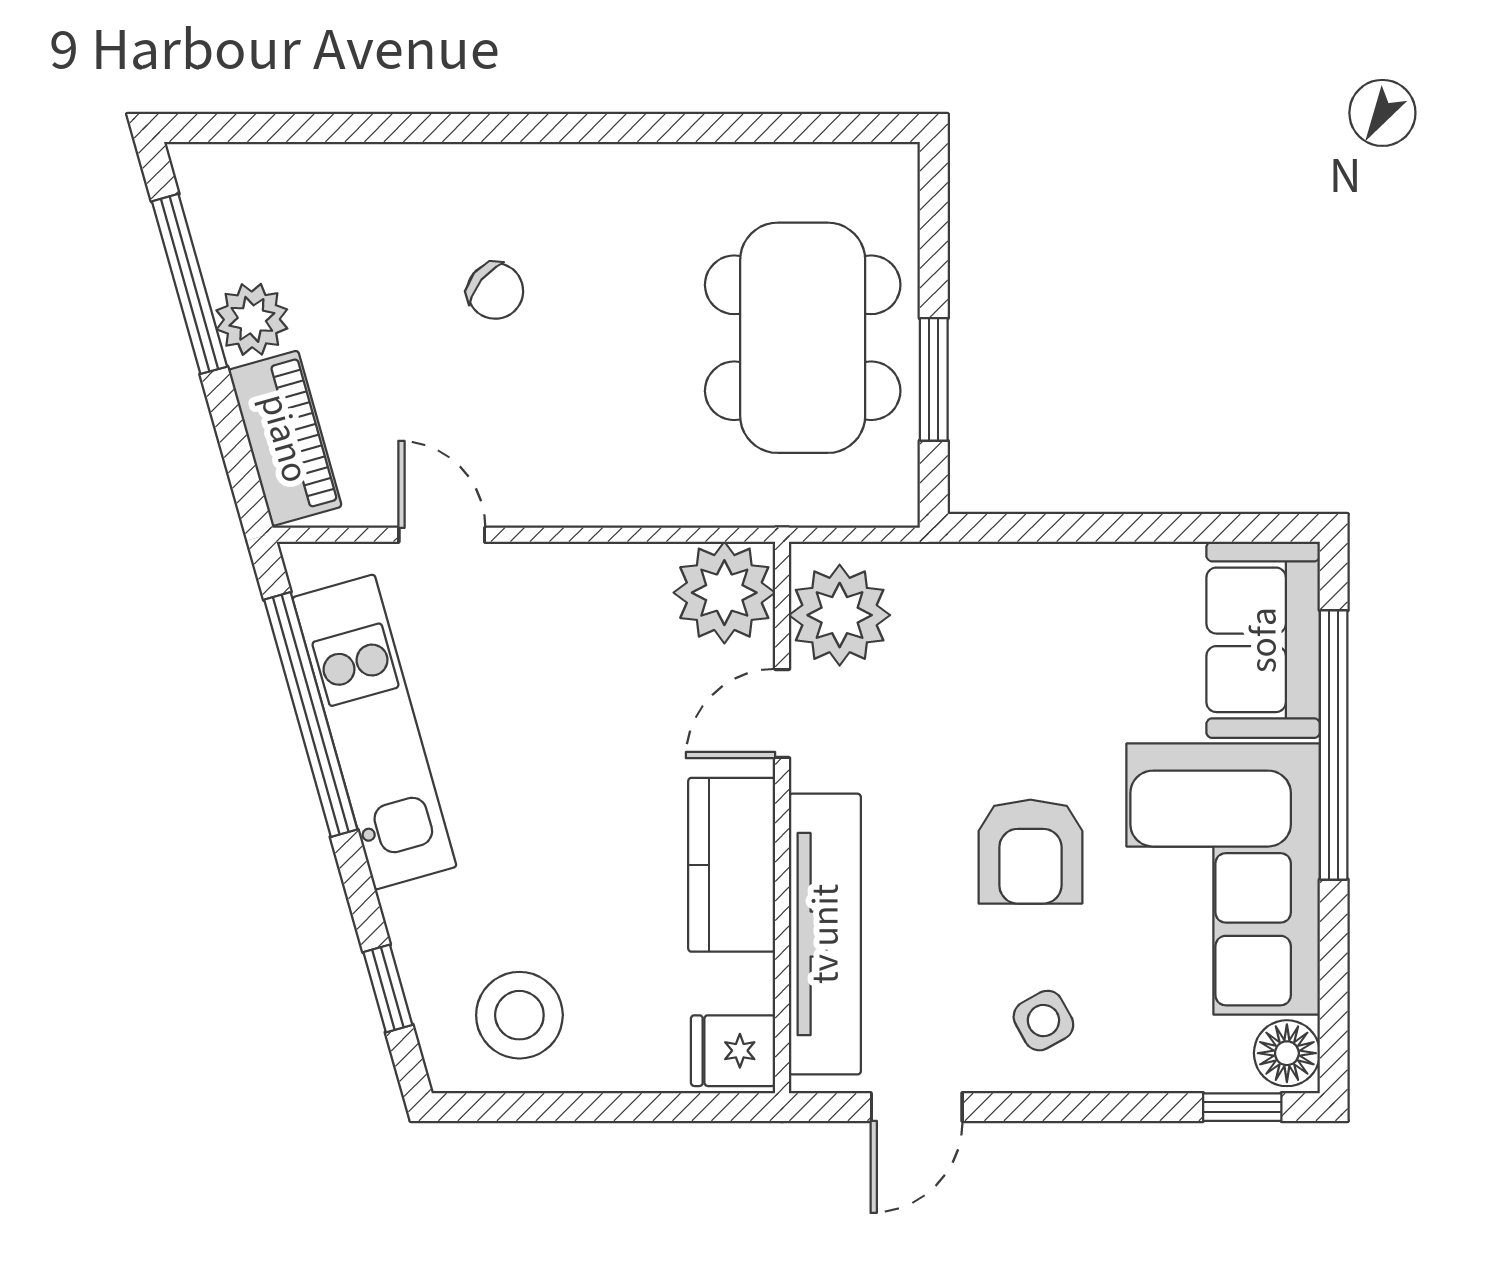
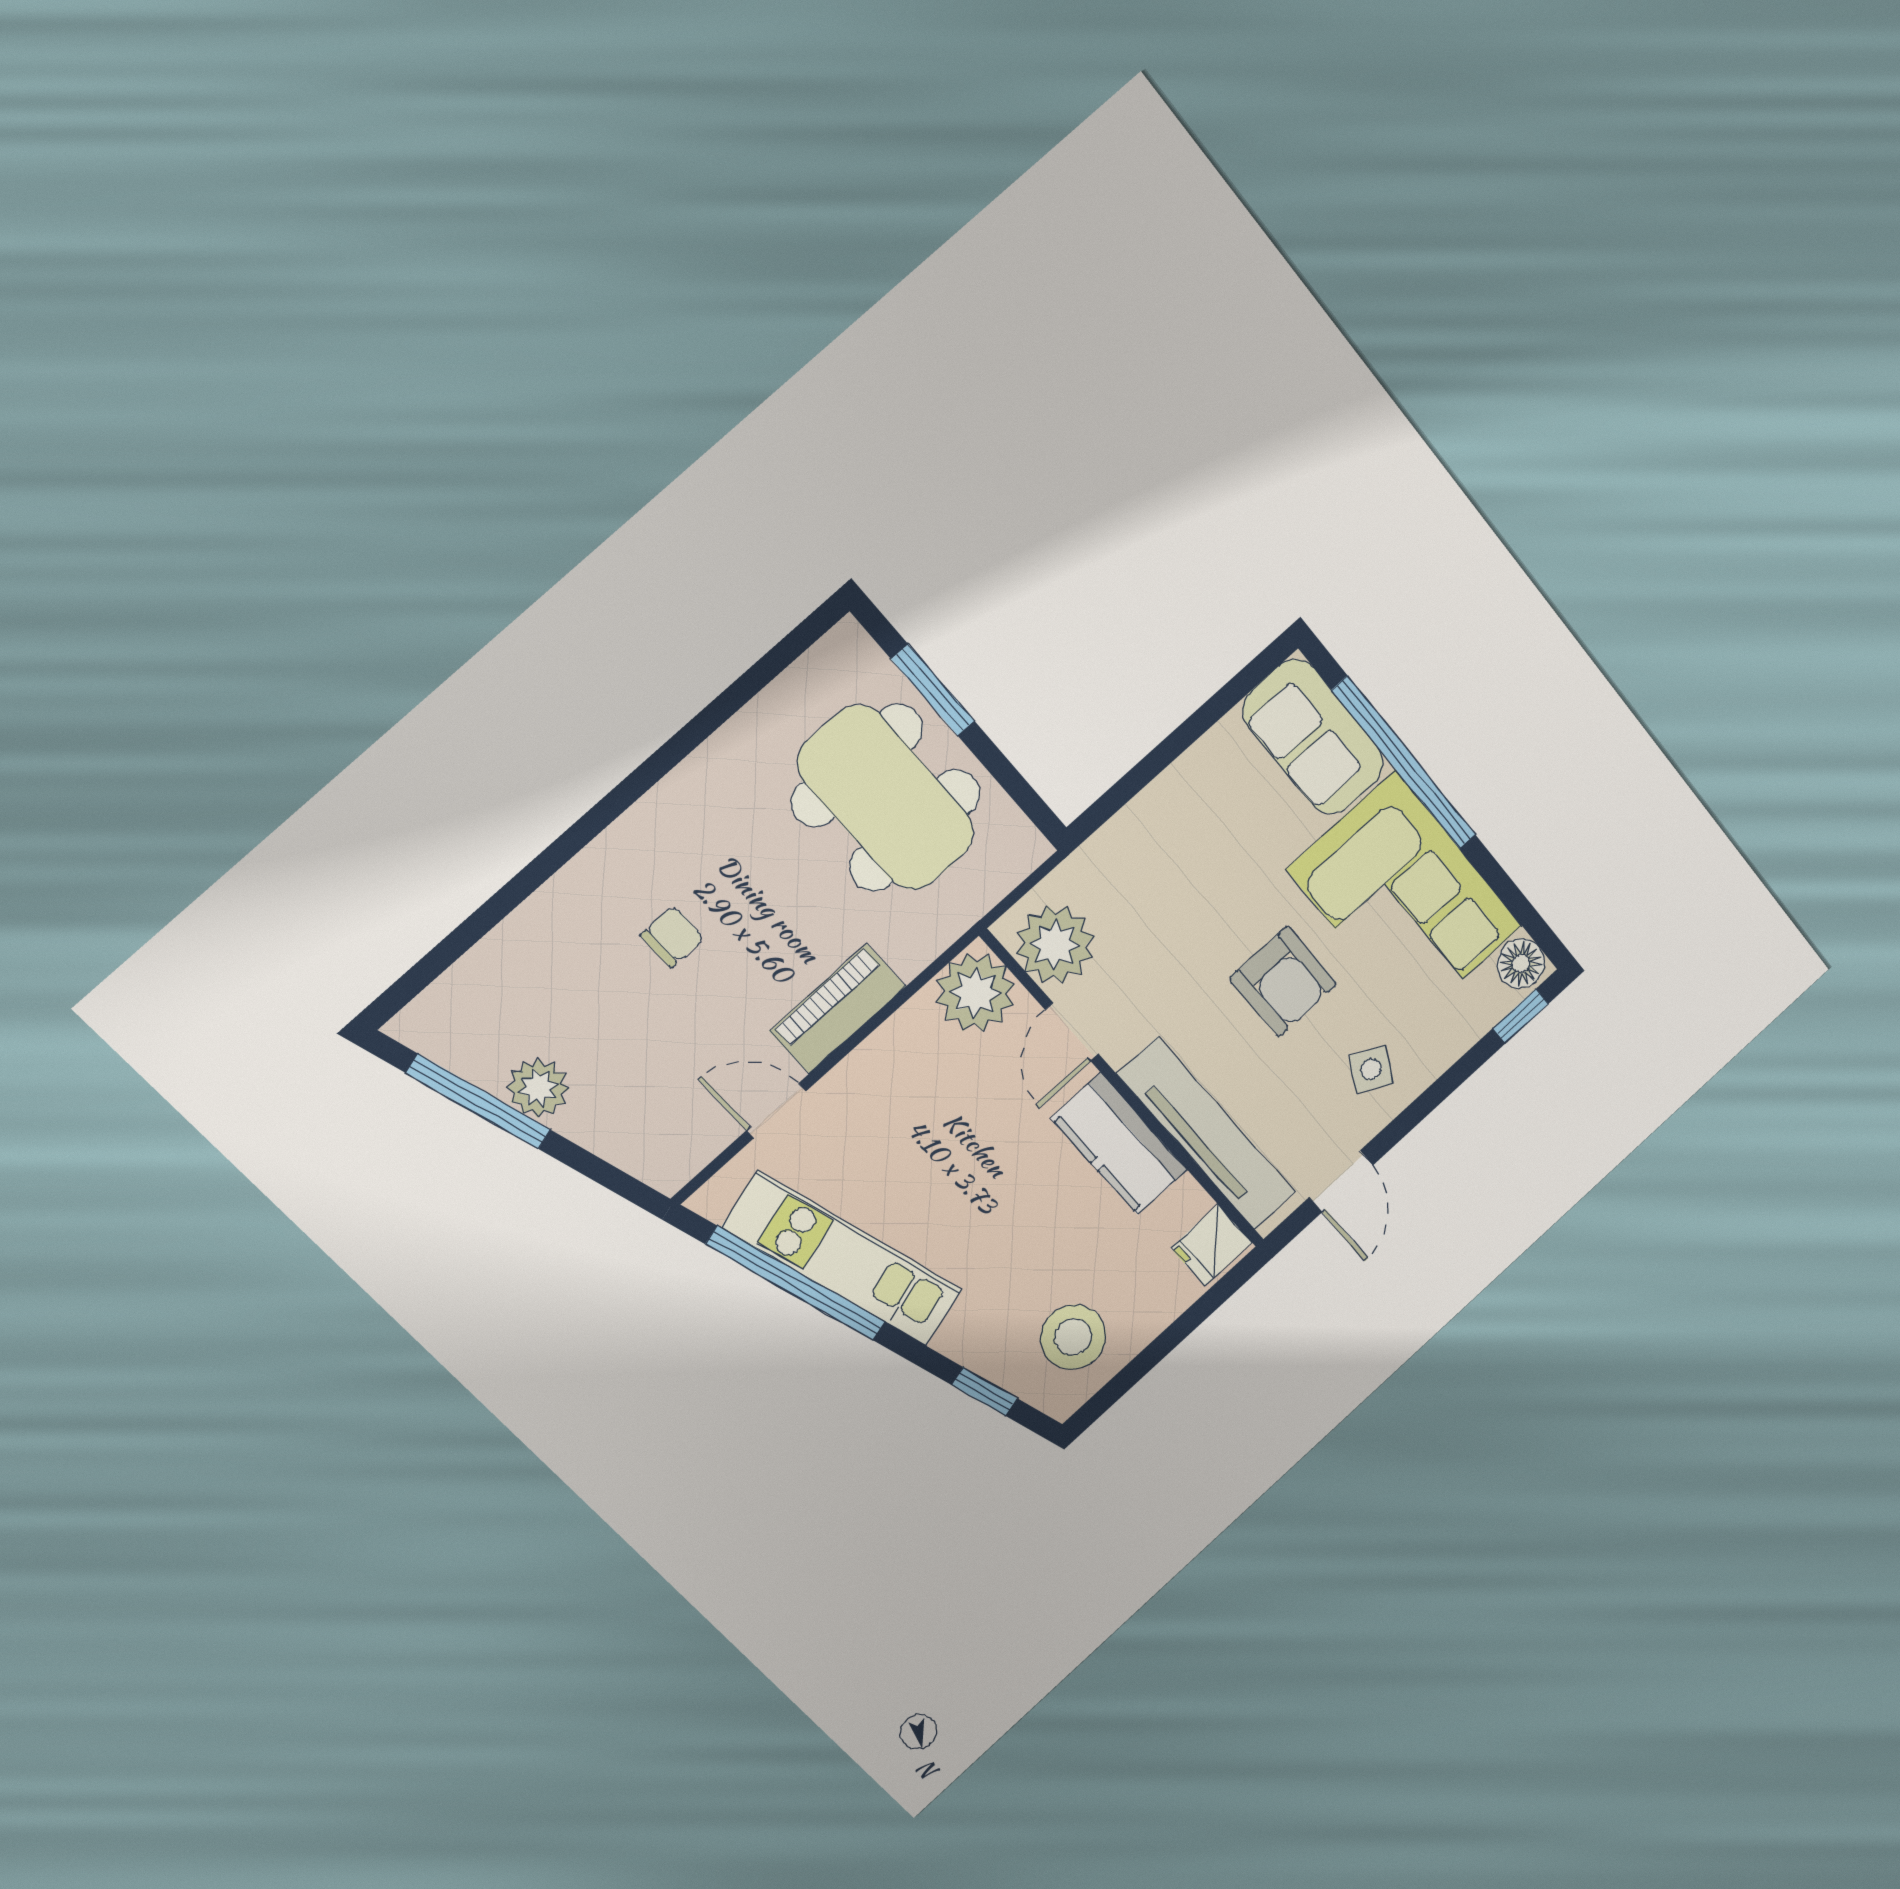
chair: (495, 291) -> (672, 937), turned -39
window: (934, 379) -> (933, 690), moved
piano: (285, 438) -> (838, 1009), moved, turned -74
side table: (1043, 1021) -> (1371, 1069), turned -32

